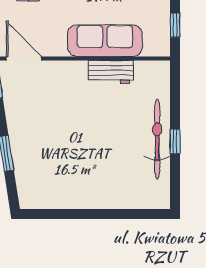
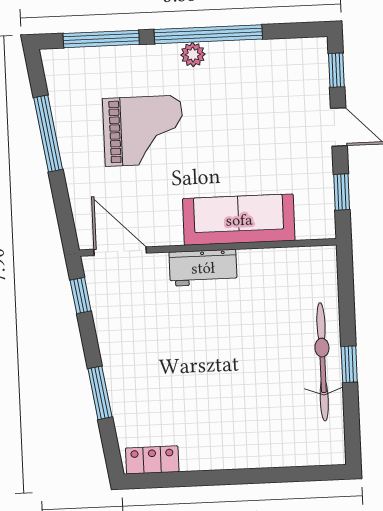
workbench: (111, 72) -> (203, 268), moved
locker: (39, 200) -> (152, 460), added

